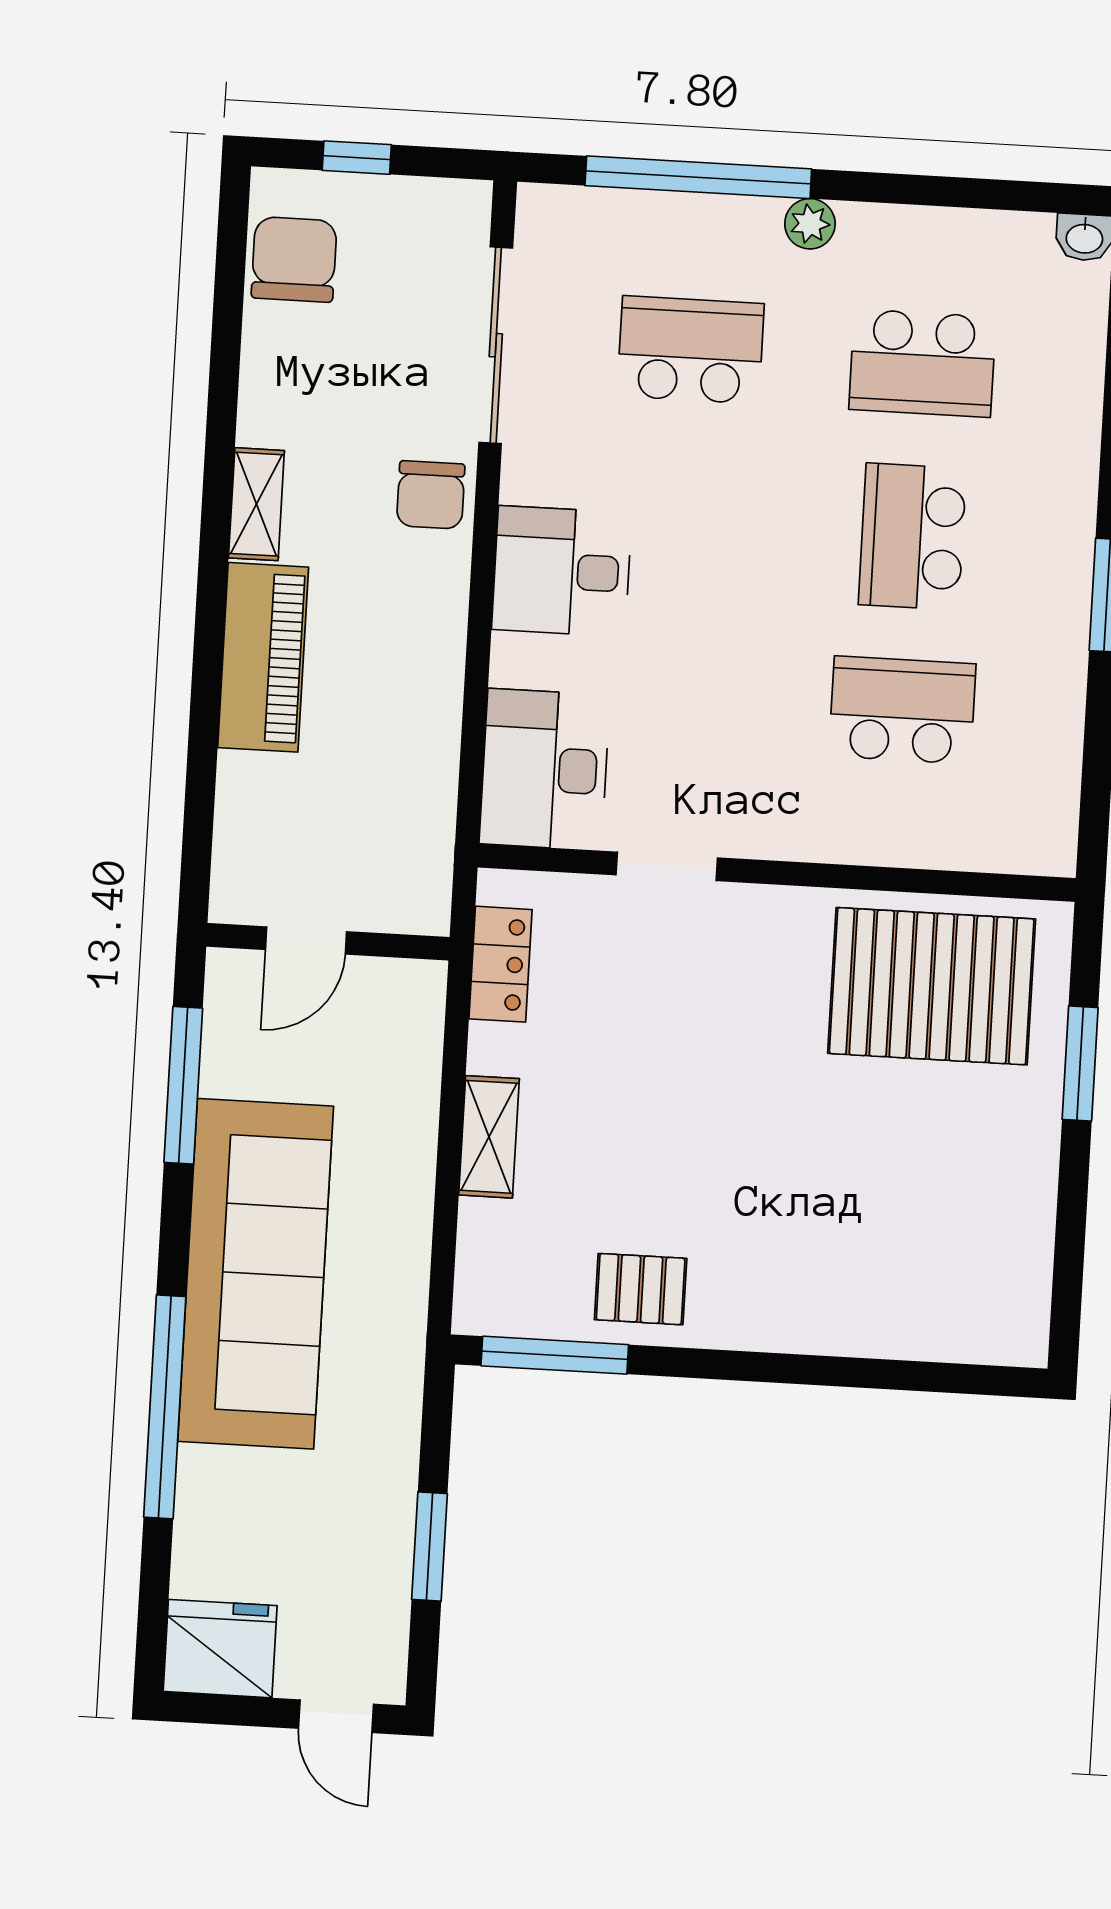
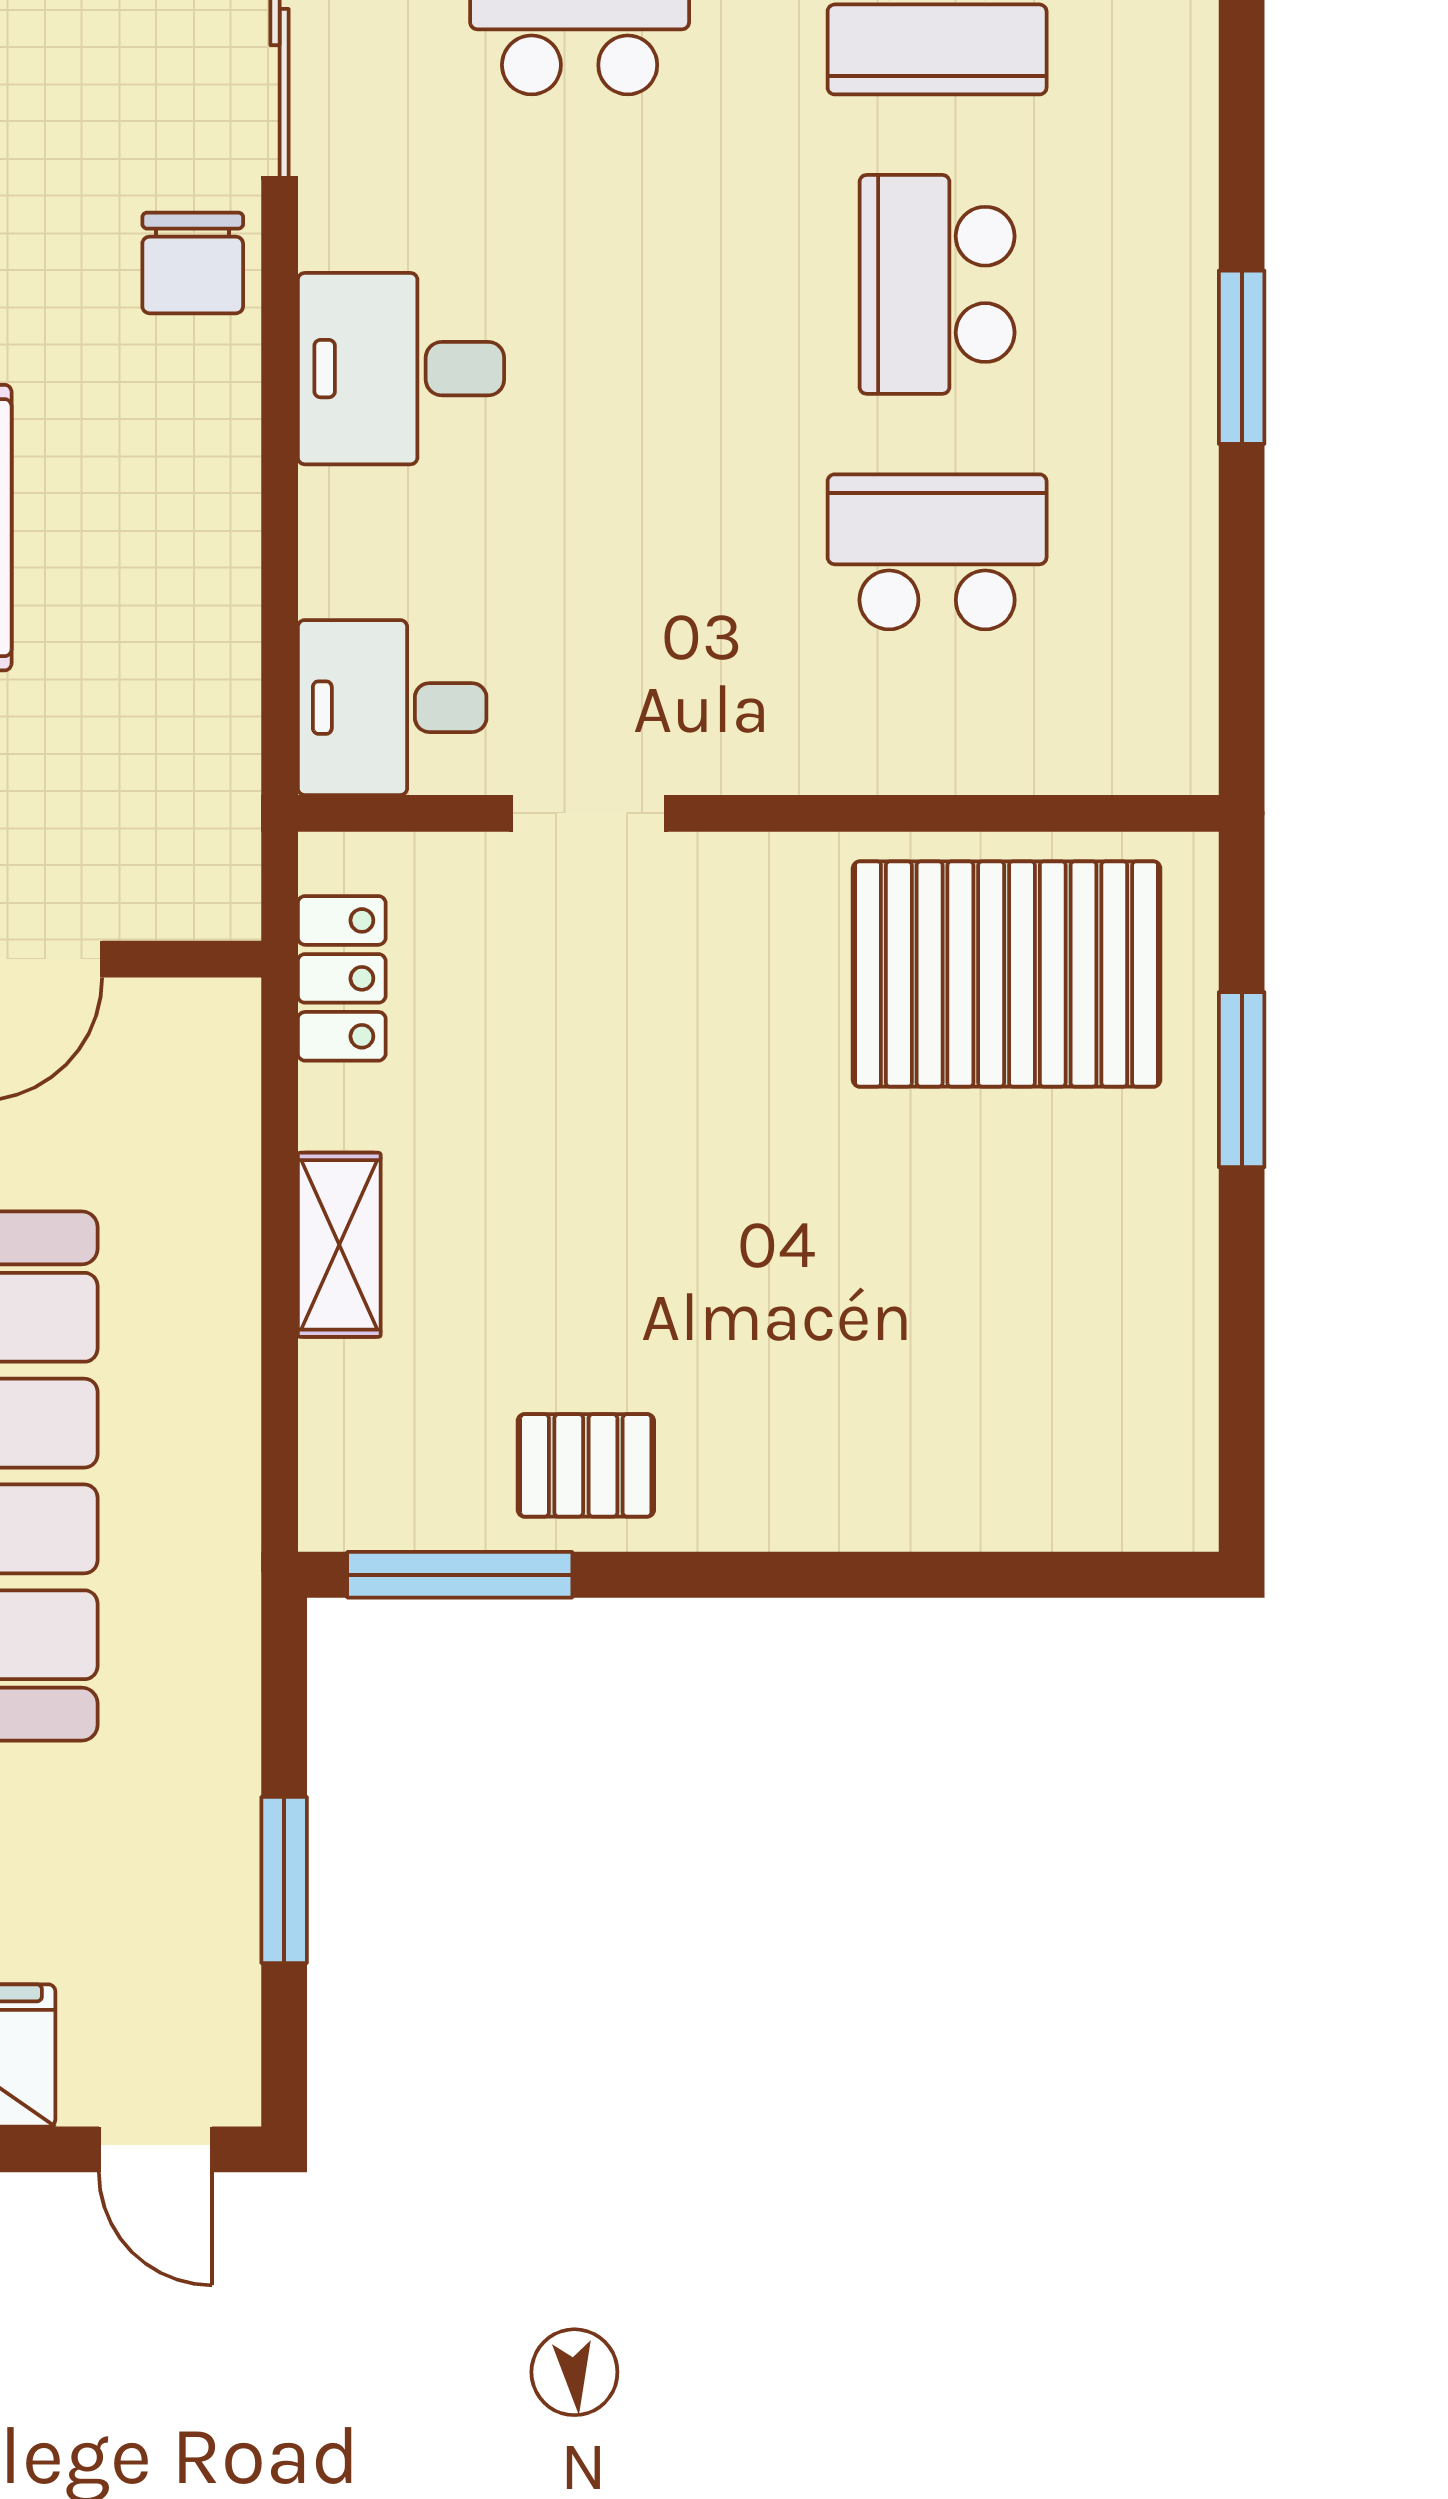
desk: (545, 769) -> (392, 708), width x0.73

